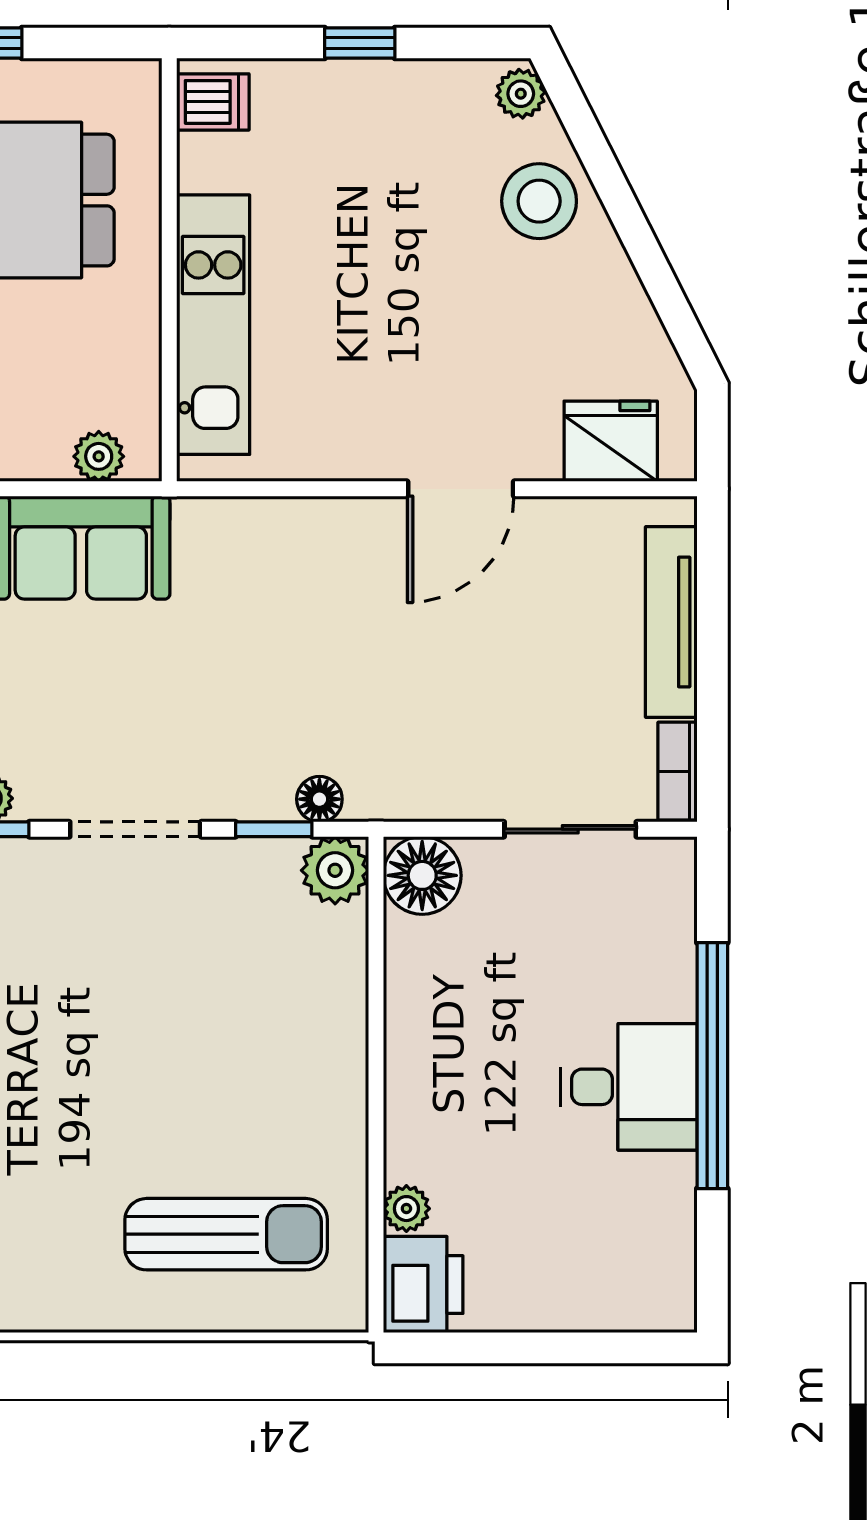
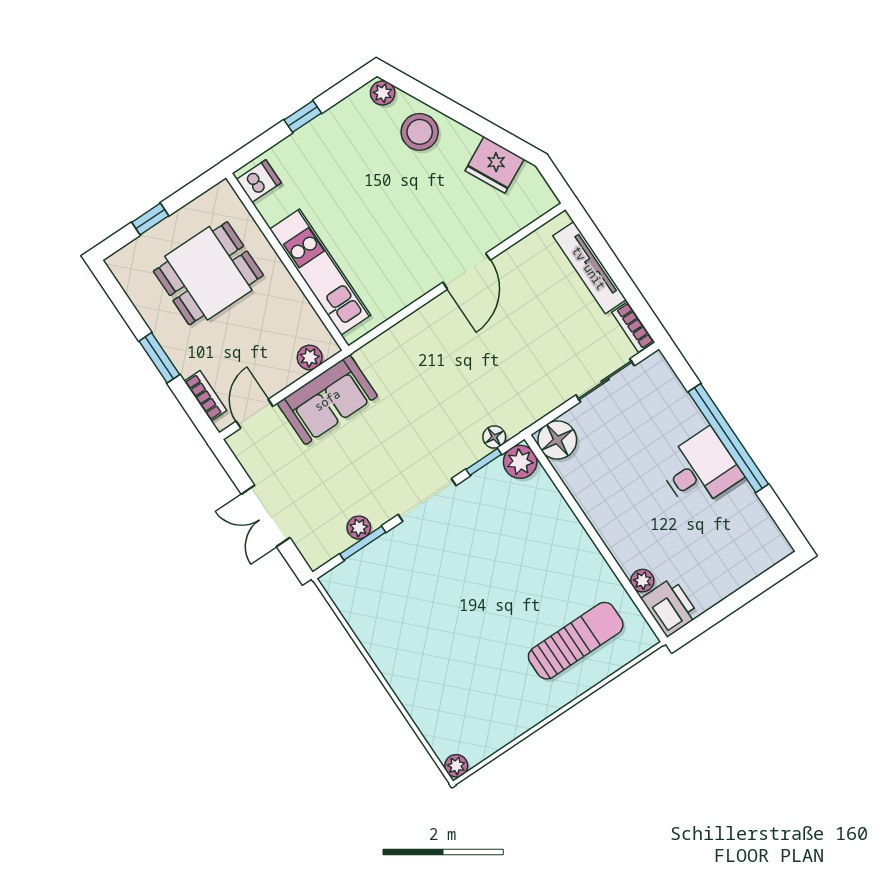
fridge: (611, 441) -> (495, 165), moved, turned -117

